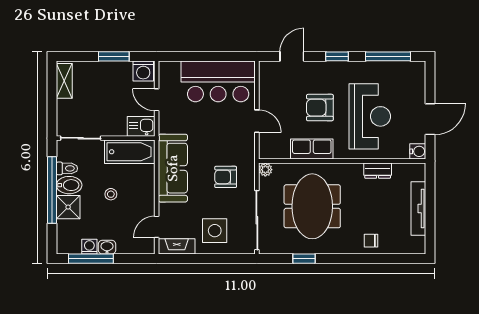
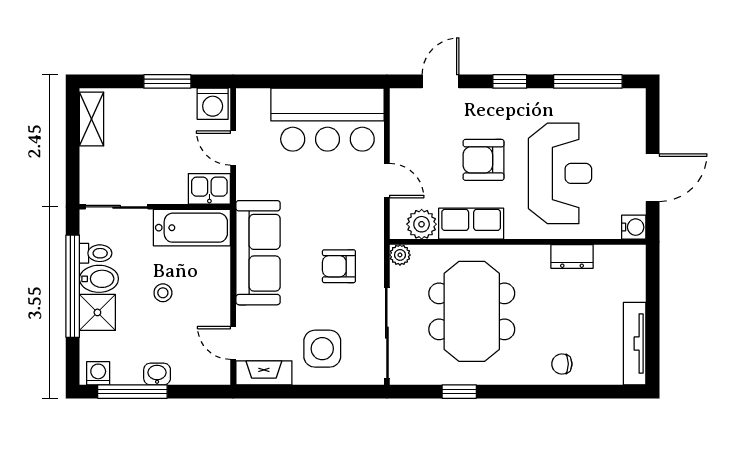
plant: (279, 150) -> (422, 224), added
tv unit: (418, 209) -> (635, 344), moved
door: (157, 227) -> (233, 343), hinge flipped
washing machine: (89, 247) -> (98, 373), moved

